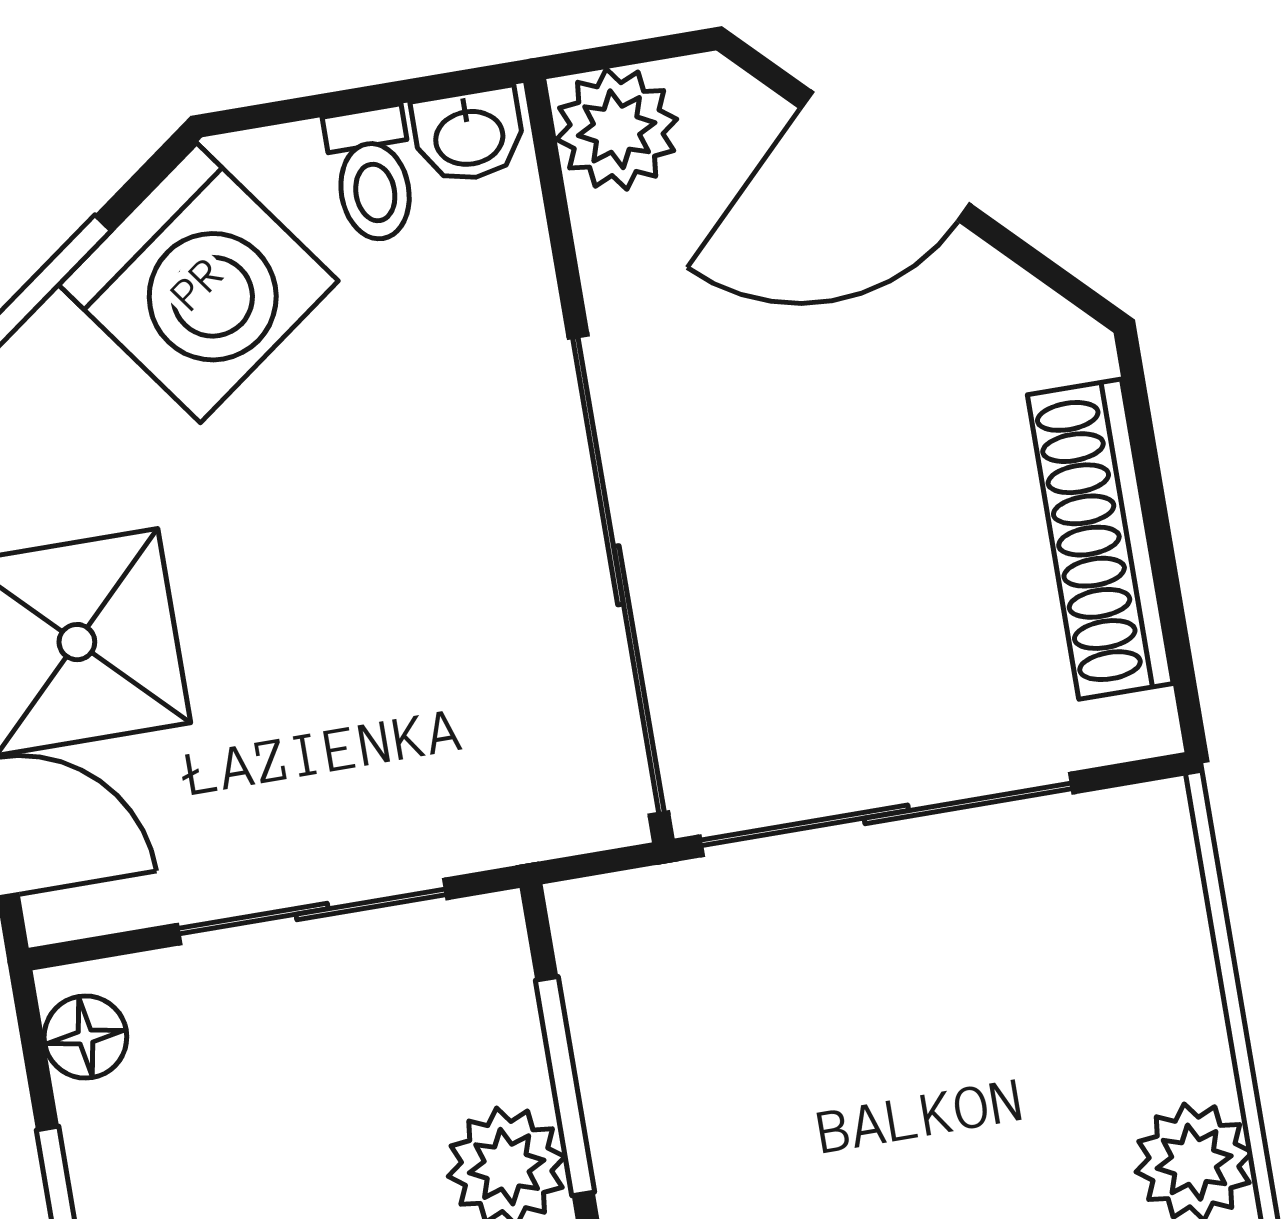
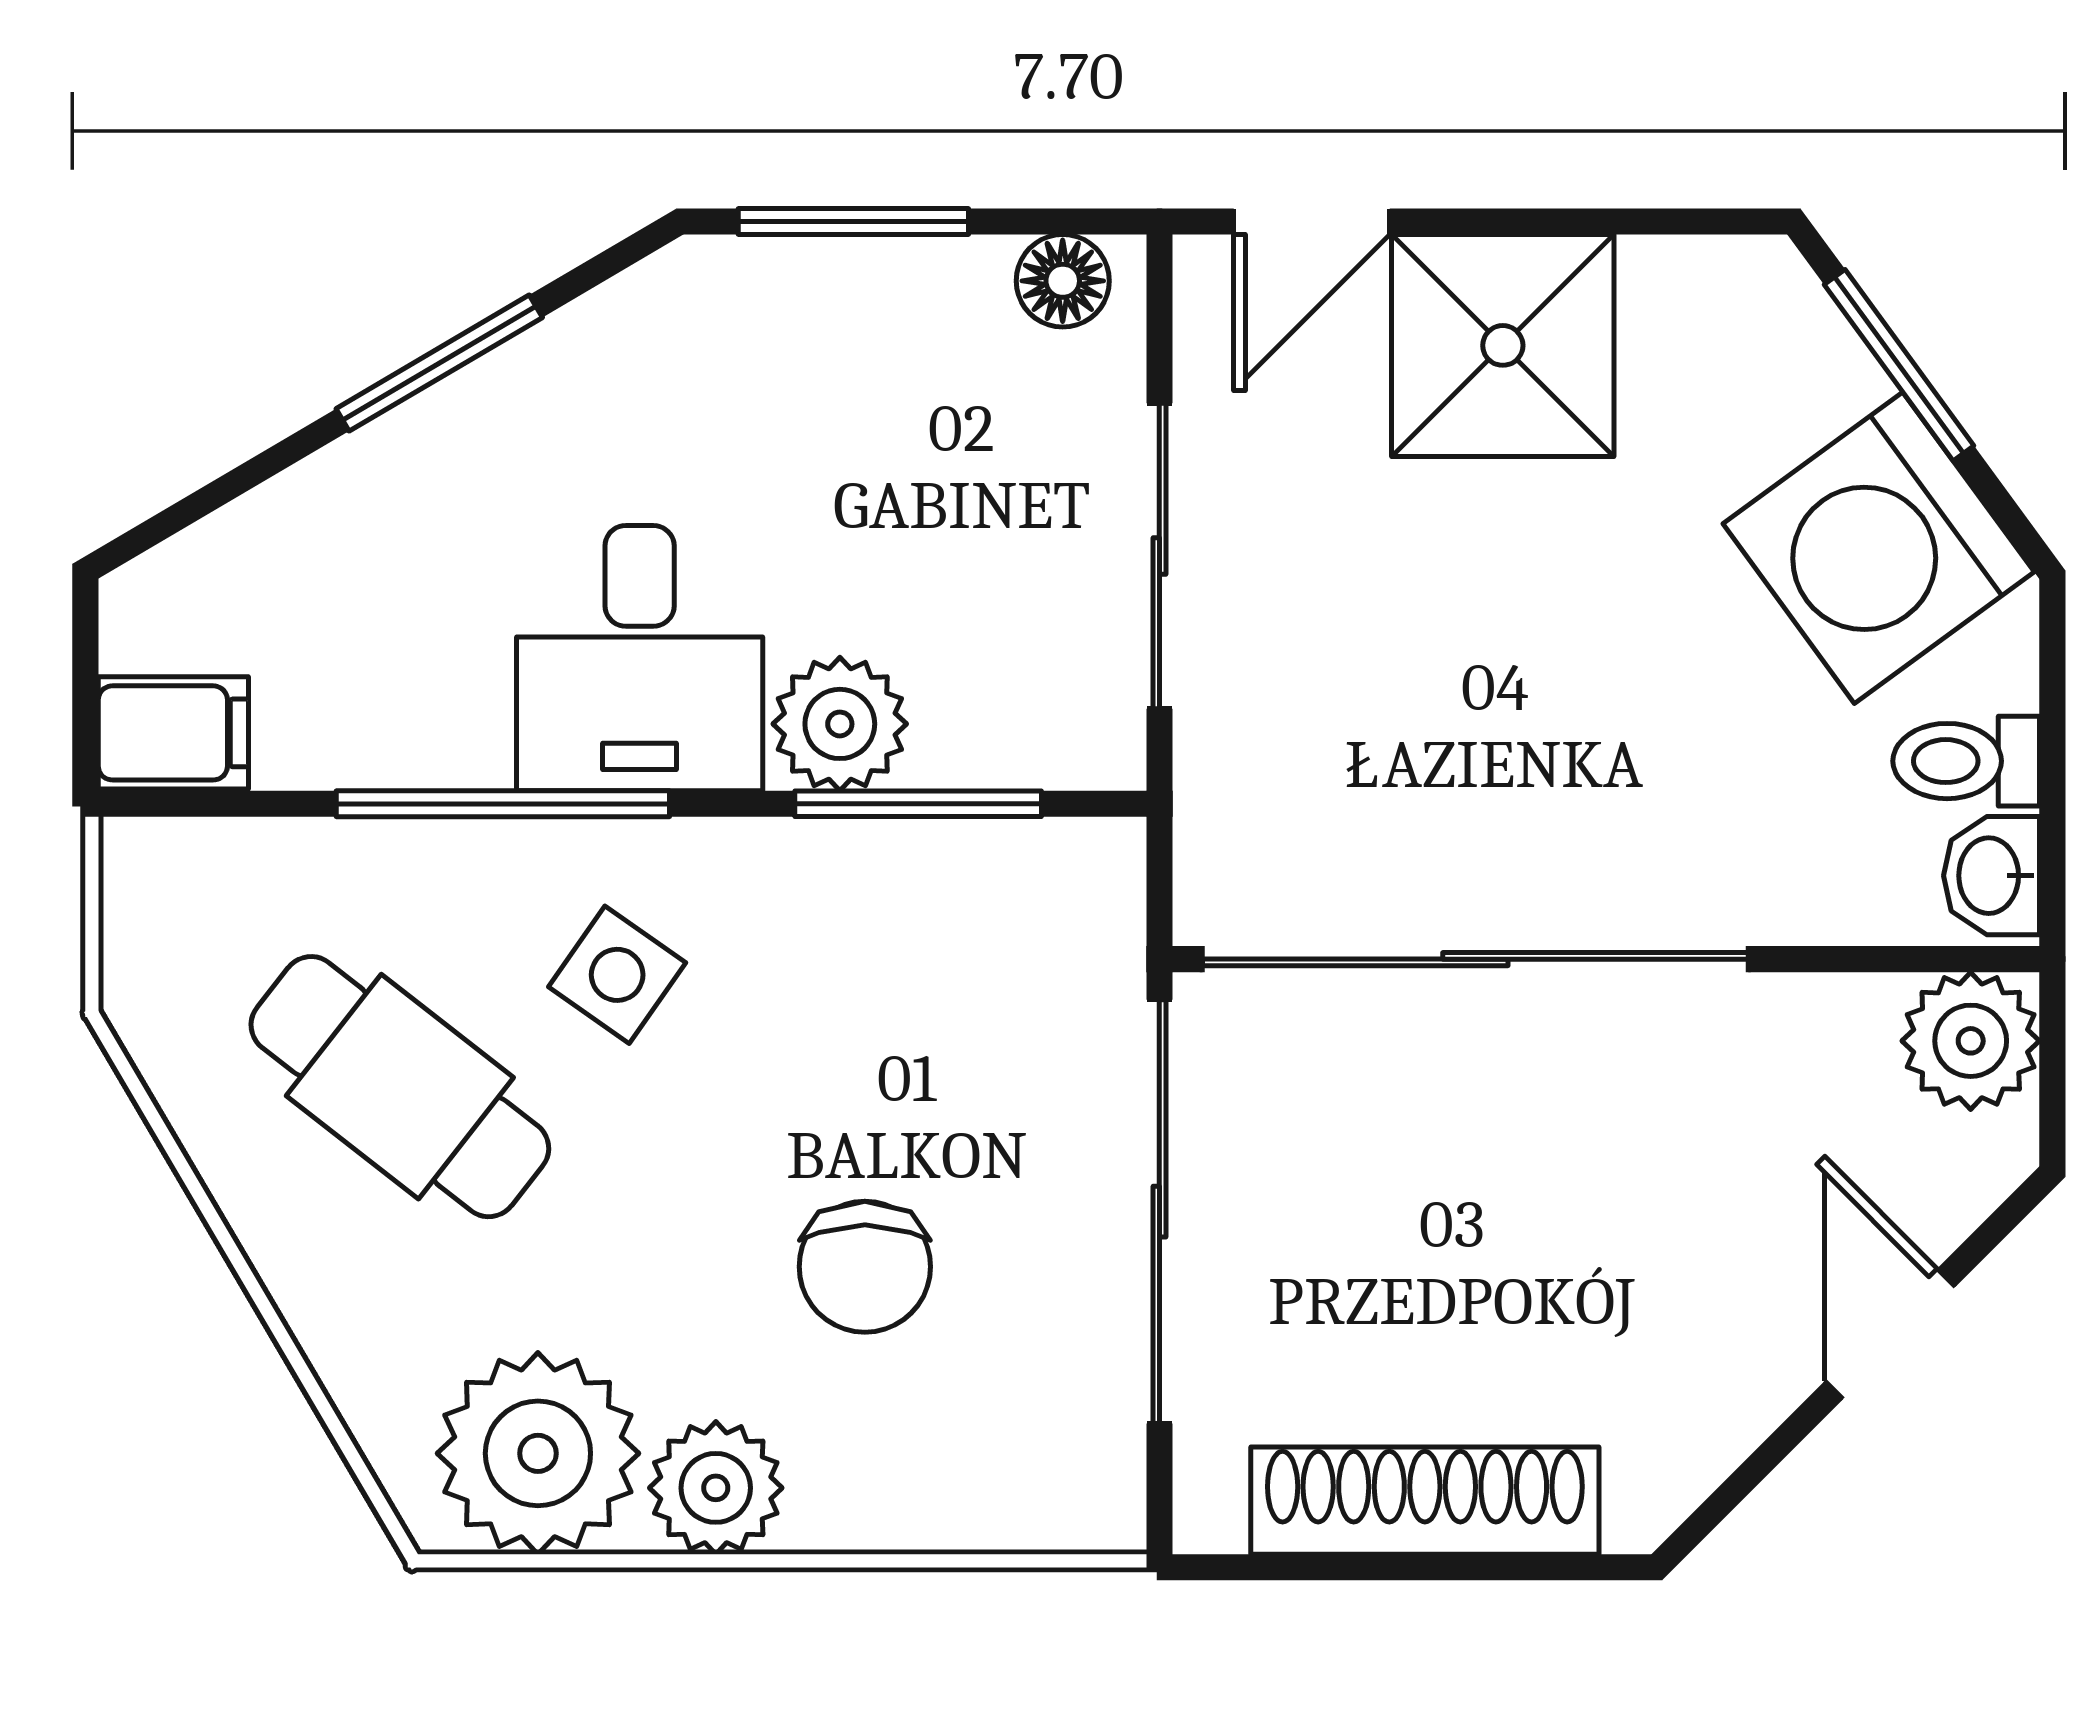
door: (885, 156) -> (1890, 1334), width x0.73
chair: (978, 1064) -> (865, 1267), added

